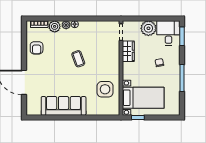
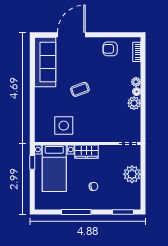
plant: (55, 26) -> (134, 103), moved
desk: (168, 33) -> (127, 197), removed
wardrobe: (128, 51) -> (86, 152), moved
coffee table: (78, 59) -> (80, 89), moved
sofa: (64, 106) -> (45, 62), moved

